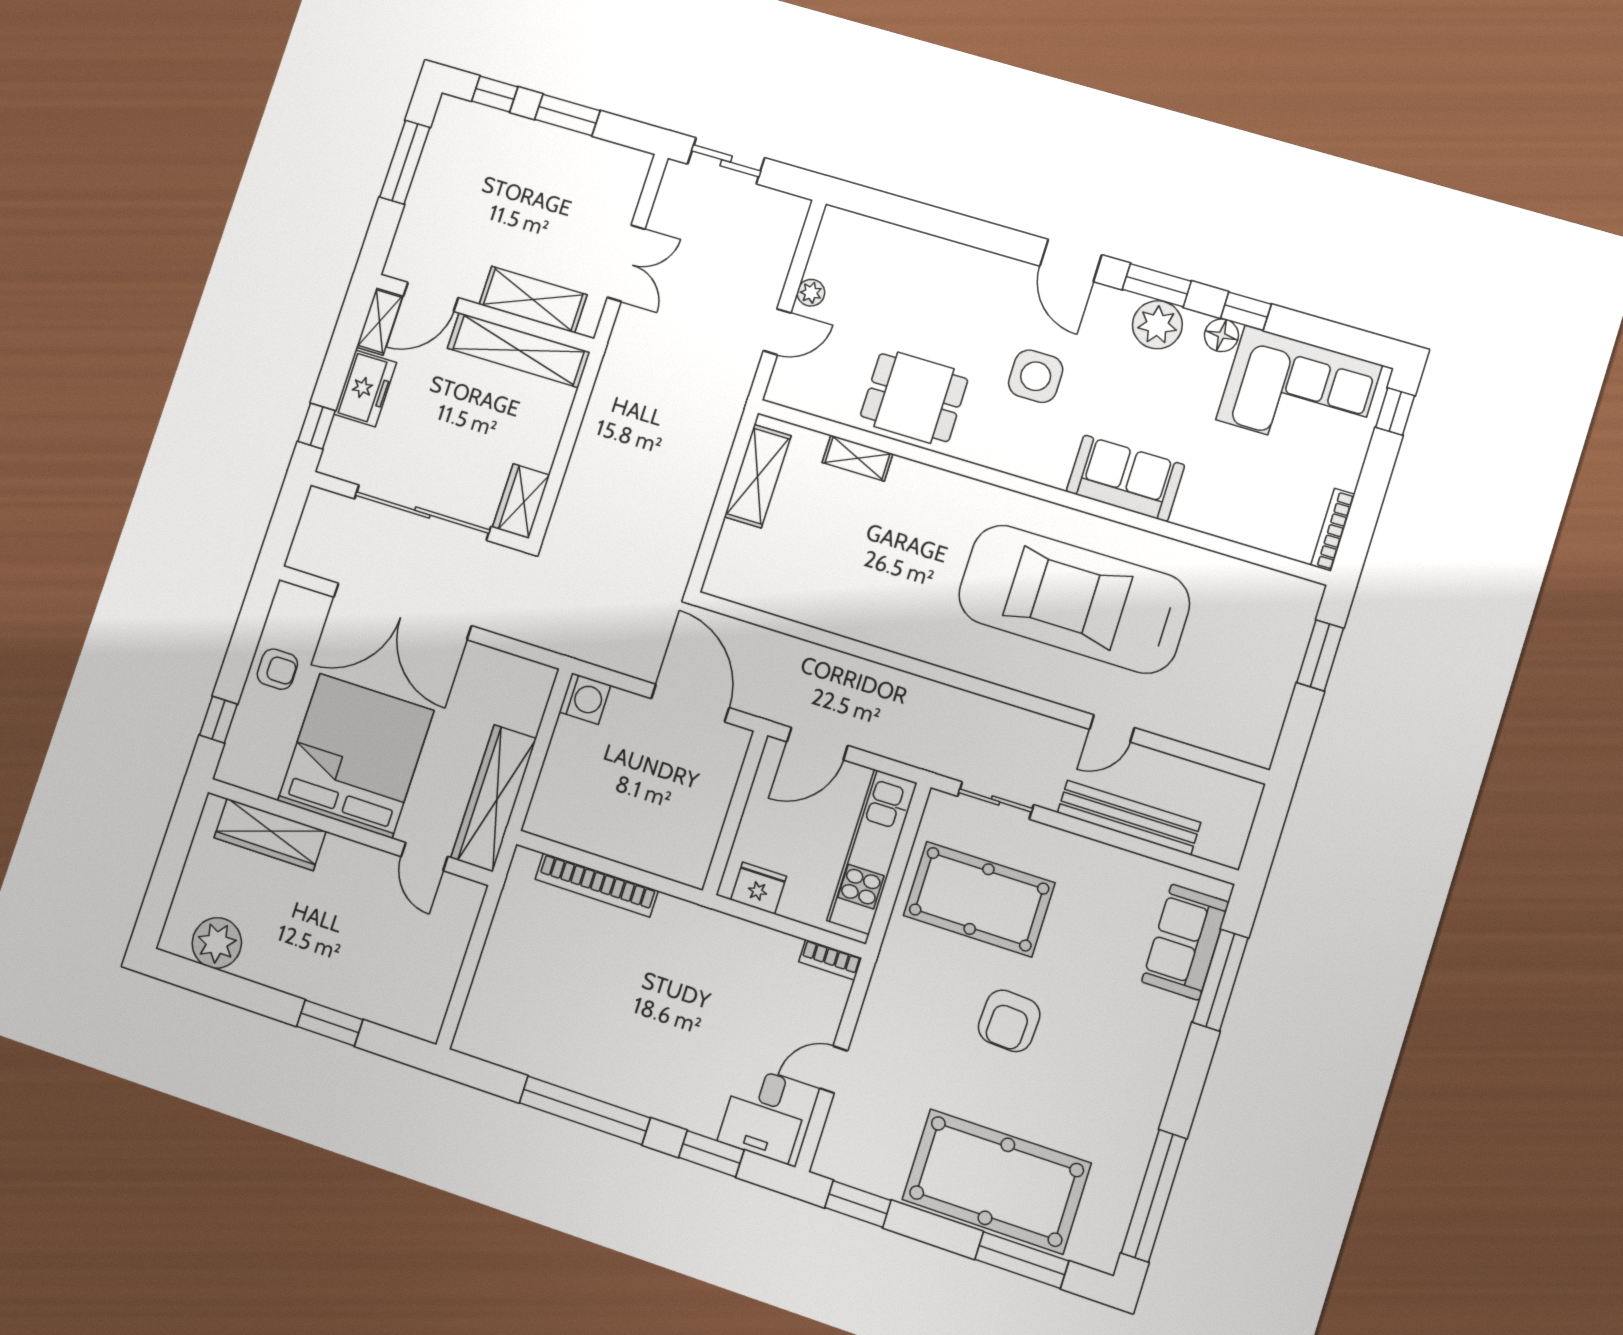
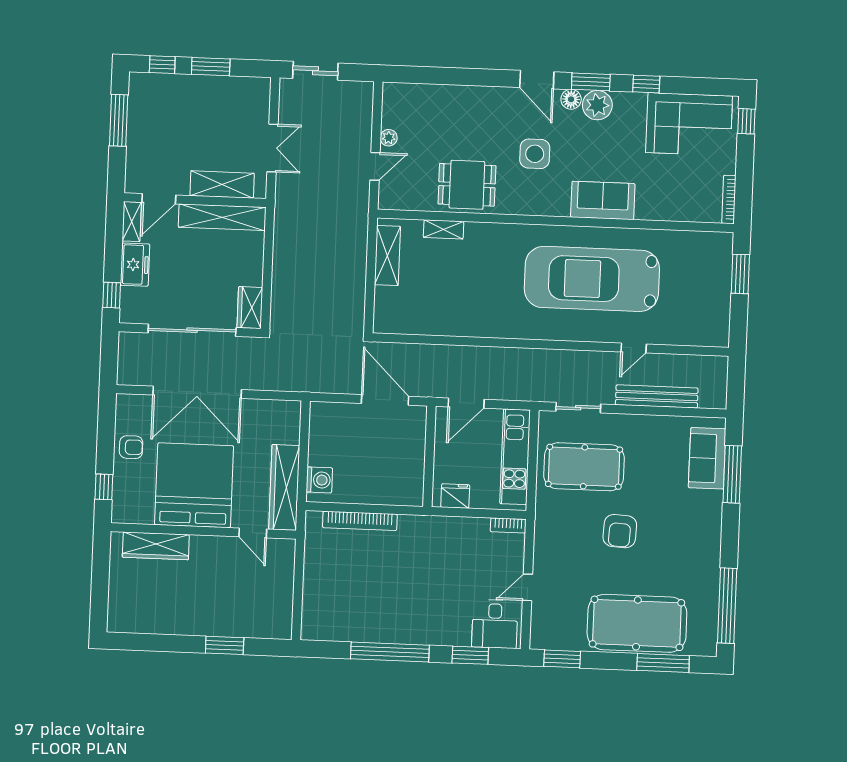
floor lamp: (1221, 335) -> (571, 99), moved
washing machine: (585, 699) -> (319, 480), moved
plant: (217, 943) -> (143, 618), removed

